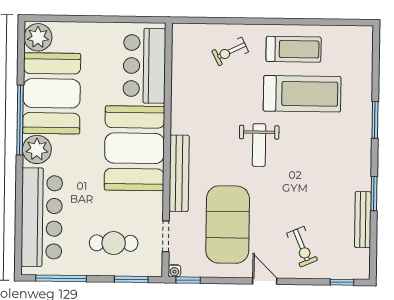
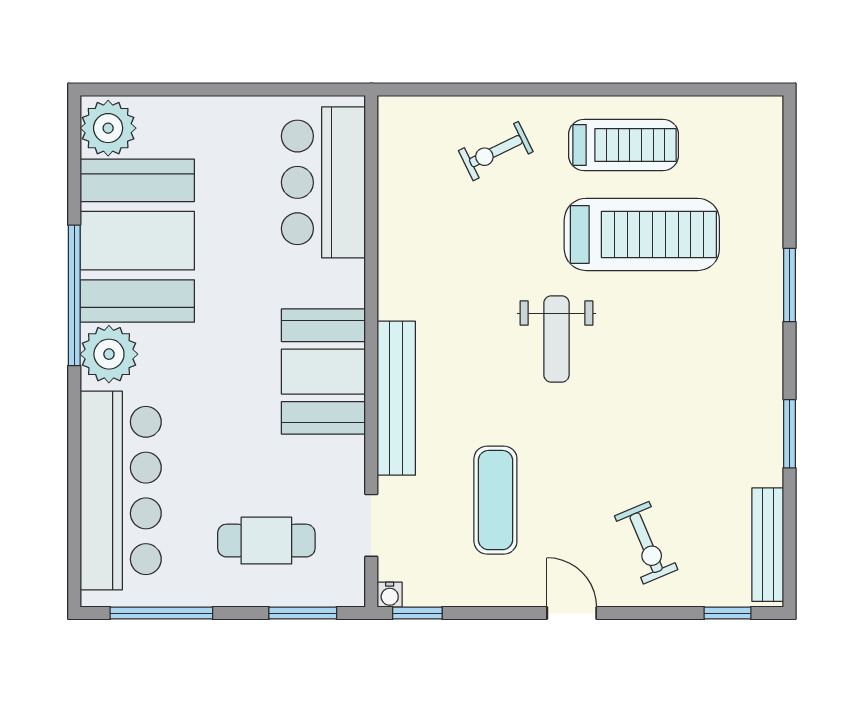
booth: (135, 148) -> (323, 372), width x0.73, depth x0.70
bench: (363, 220) -> (768, 545), moved
exercise mat: (228, 225) -> (495, 500), width x0.50, depth x0.69

